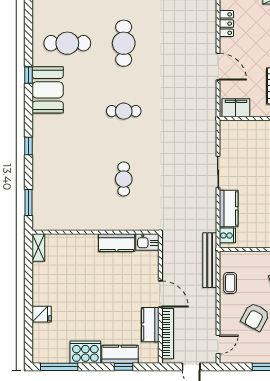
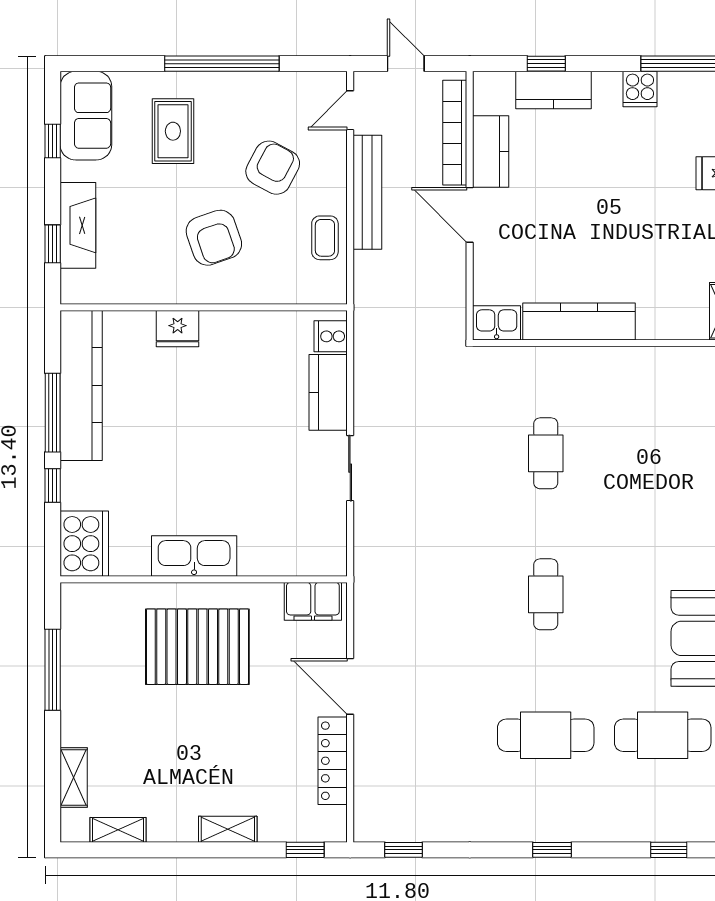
locker: (226, 24) -> (333, 761), width x1.53
cafe table: (124, 43) -> (546, 735), turned 90
cafe table: (124, 111) -> (546, 594), turned 90
kitchen counter: (117, 243) -> (579, 321), width x1.50
bench: (210, 260) -> (367, 192), moved
cooker: (85, 352) -> (640, 89), width x0.53, depth x0.76

